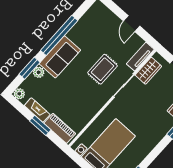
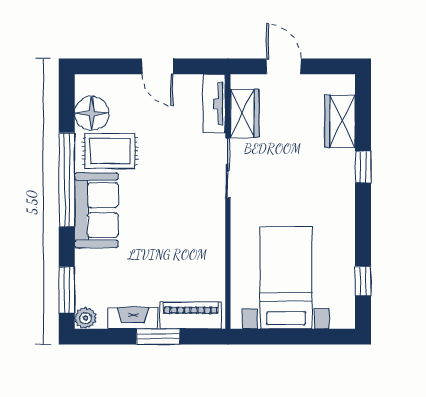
floor lamp: (91, 19) -> (92, 113), added
window: (30, 68) -> (67, 290), moved
rug: (103, 69) -> (110, 151), moved, turned 90
plant: (39, 72) -> (86, 261), removed

